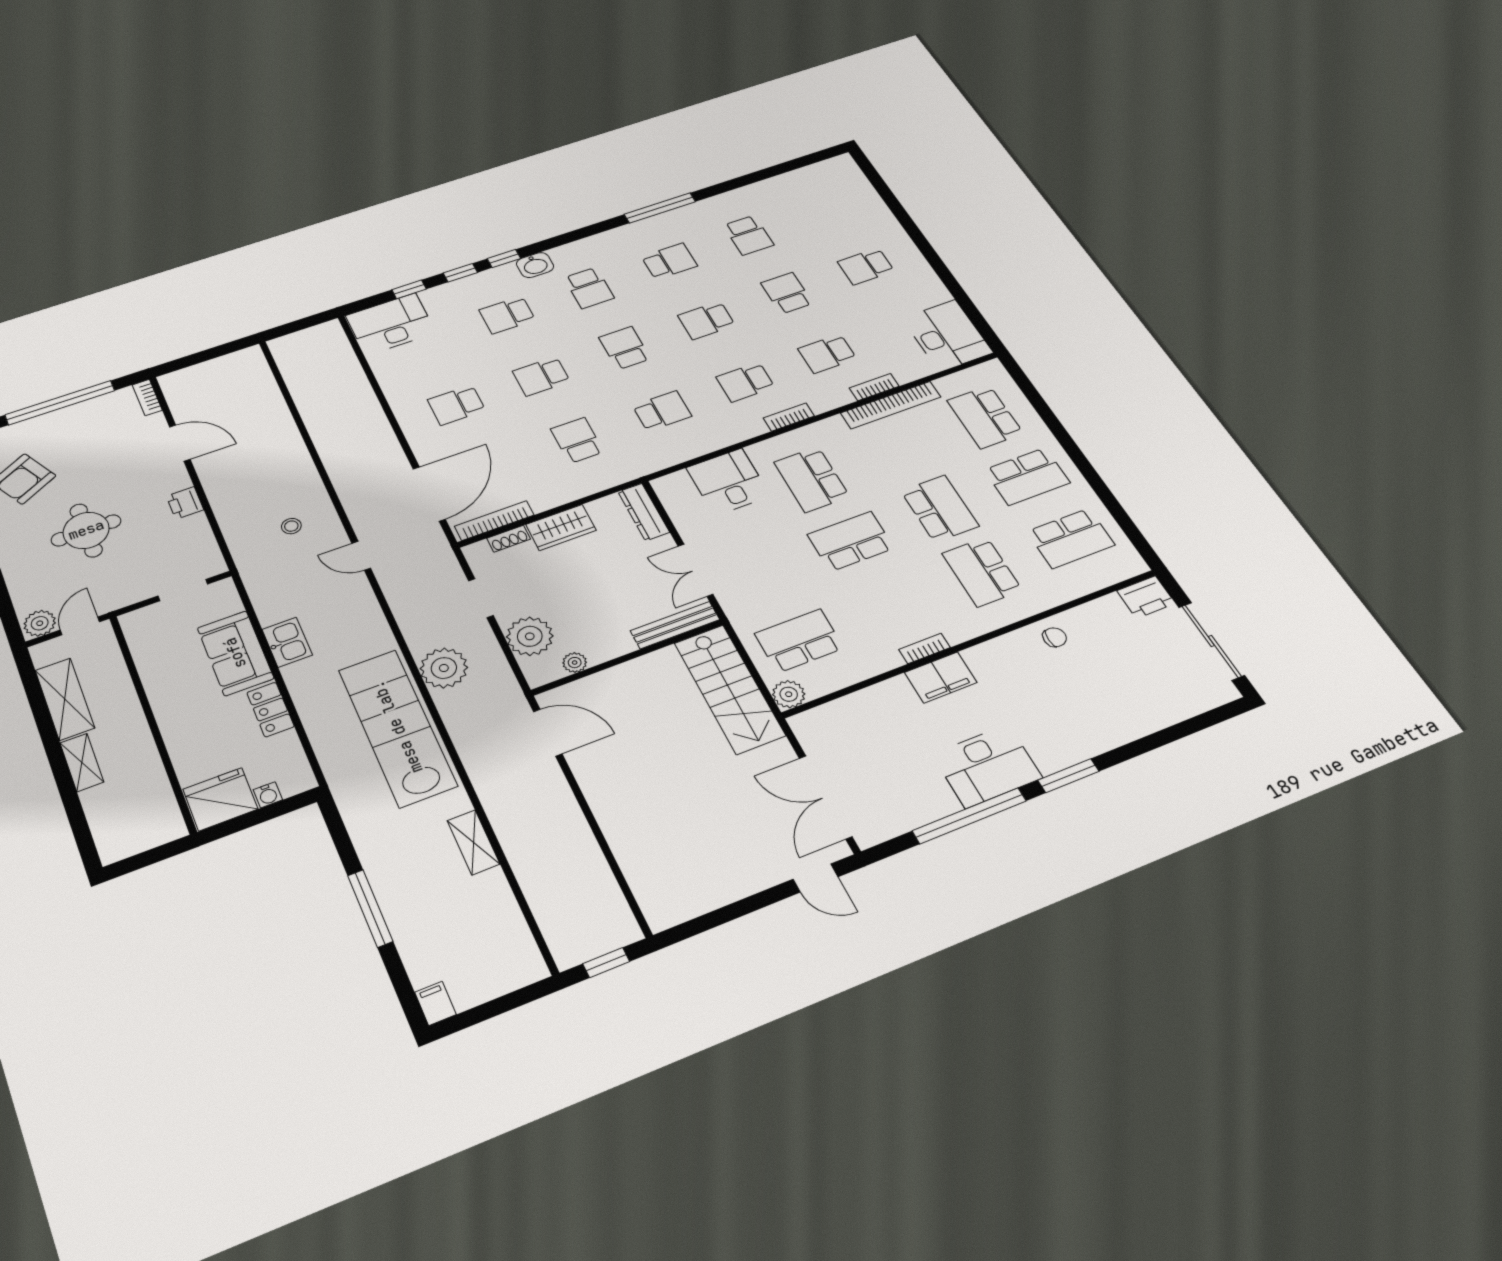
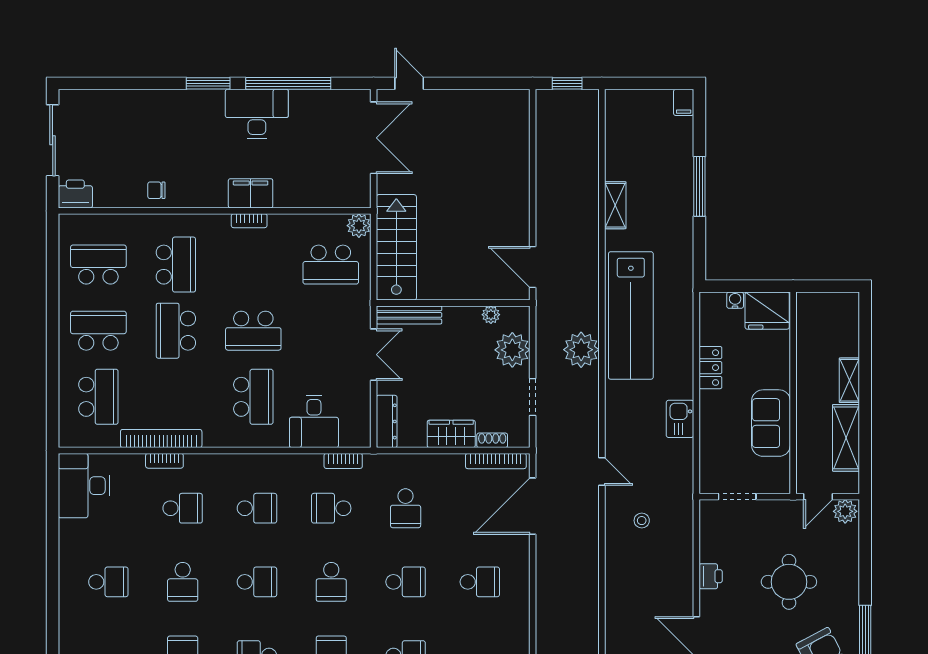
bookcase: (789, 417) -> (343, 461), moved
sofa: (235, 653) -> (771, 423), moved, turned 180

